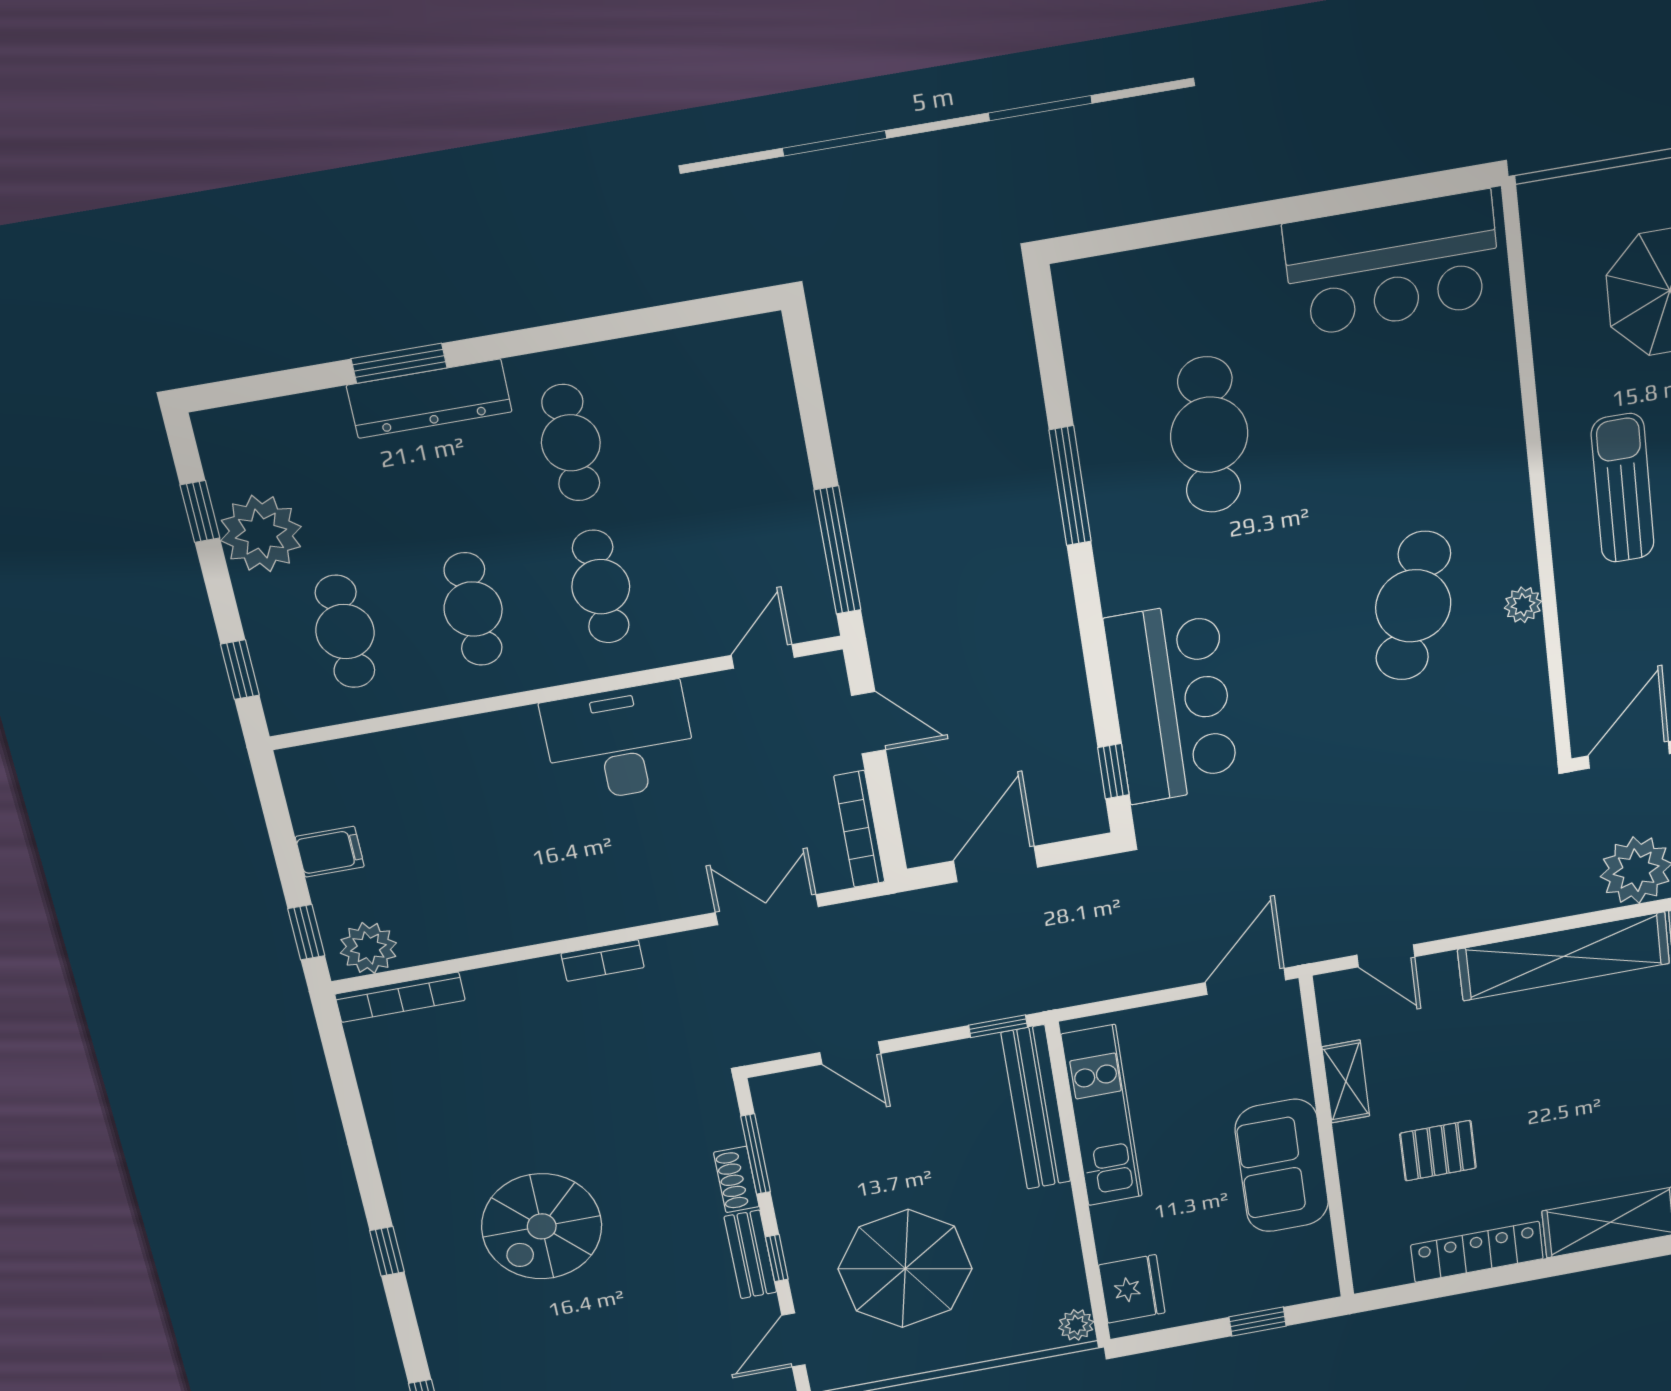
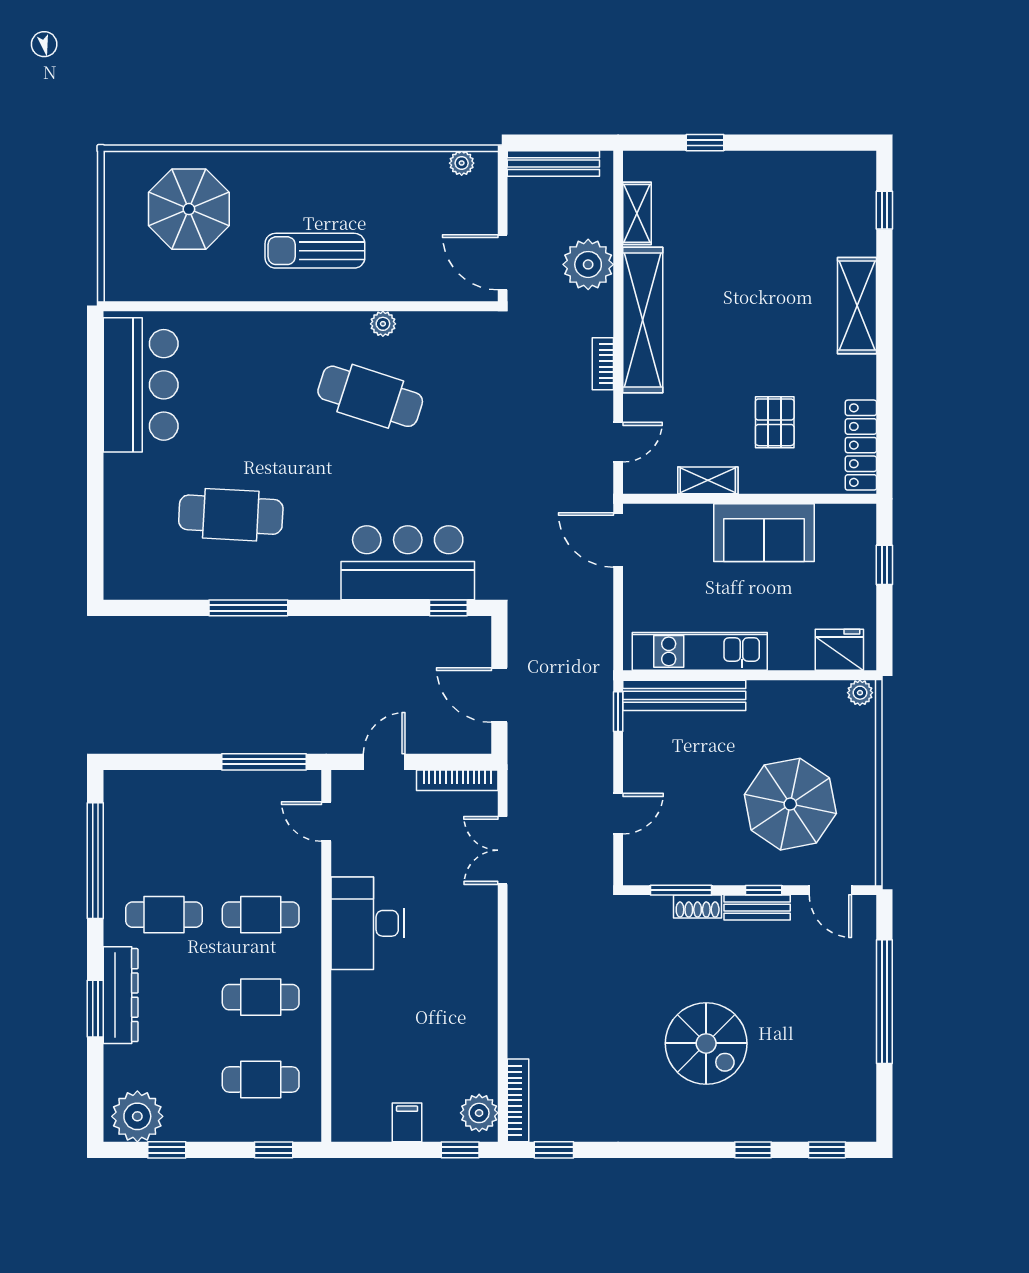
window: (635, 323) -> (95, 861), added
plant: (261, 534) -> (137, 1116), moved
bookcase: (603, 960) -> (603, 364), moved, turned 180
window: (338, 1058) -> (554, 1150), added
window: (387, 1251) -> (753, 1150), moved
locker: (1477, 1252) -> (861, 445), moved

